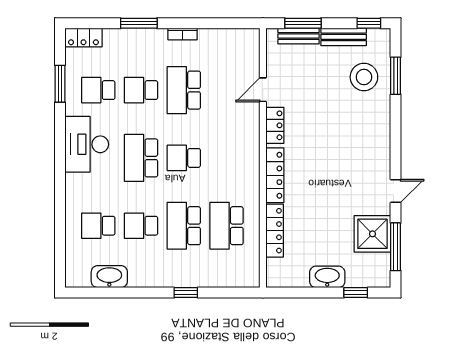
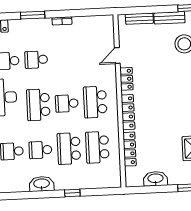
window: (303, 23) -> (142, 10), removed
school desk: (184, 90) -> (95, 102), moved
washbasin: (109, 277) -> (42, 184), moved
washbasin: (327, 277) -> (155, 179), moved

